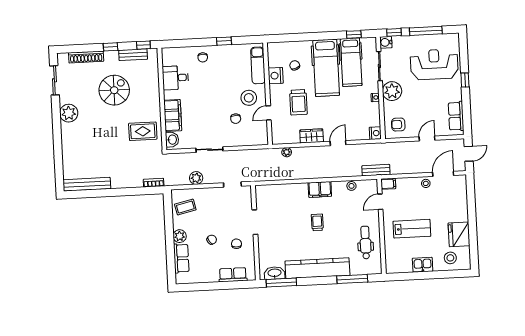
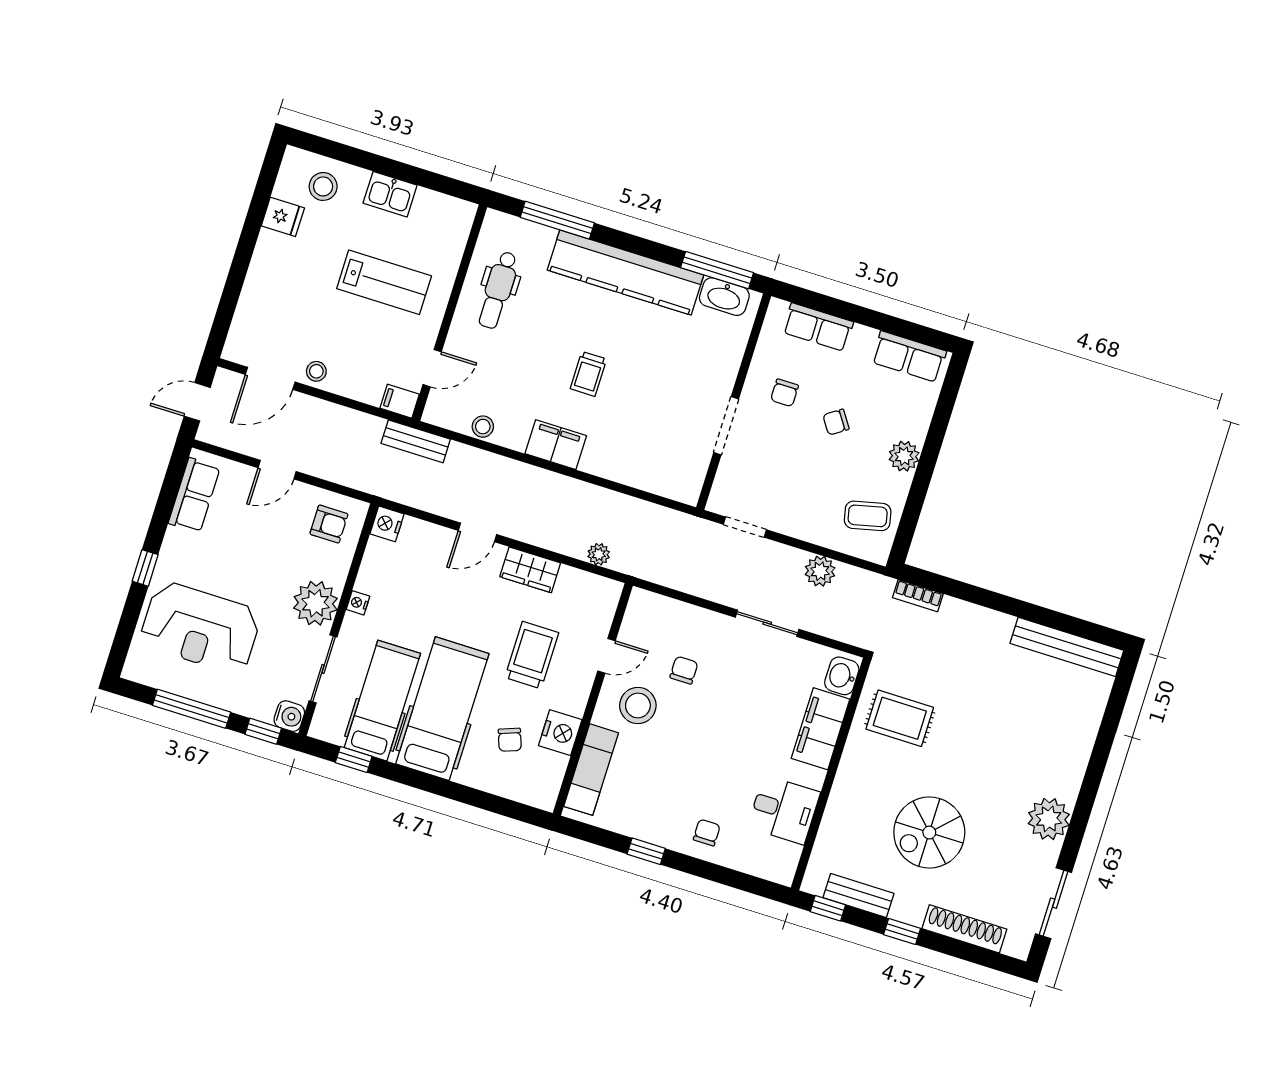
lab bench: (412, 229) -> (384, 282), turned 180
fridge: (459, 234) -> (283, 217), width x0.53, depth x0.75
row of seats: (181, 258) -> (909, 357), moved, turned -90

